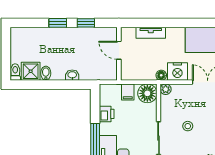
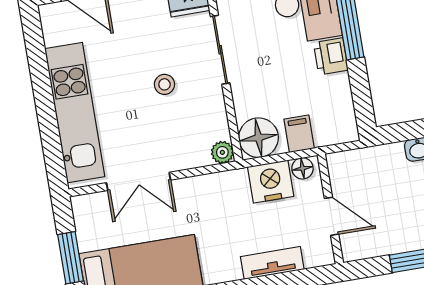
nightstand: (177, 72) -> (271, 182), moved
floor lamp: (161, 75) -> (302, 168), moved
printer: (107, 114) -> (331, 56), moved

